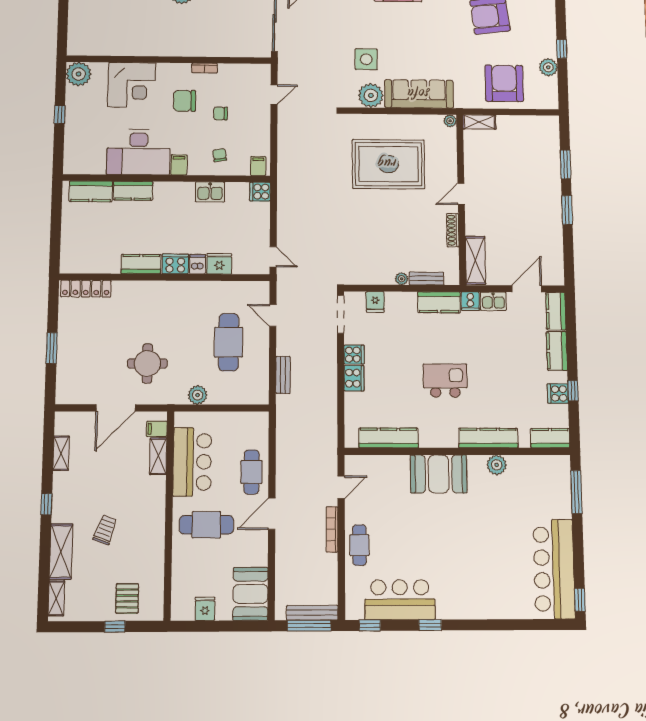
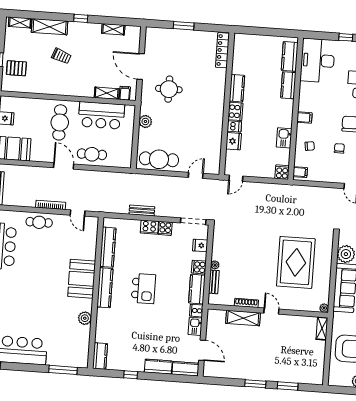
desk: (139, 152) -> (318, 60), moved
shelving: (475, 260) -> (243, 318), moved
cafe table: (229, 342) -> (159, 159), moved
bench: (283, 375) -> (142, 210), moved
cooker: (558, 393) -> (199, 267), moved, turned -90
kitchen counter: (488, 438) -> (105, 288), moved

